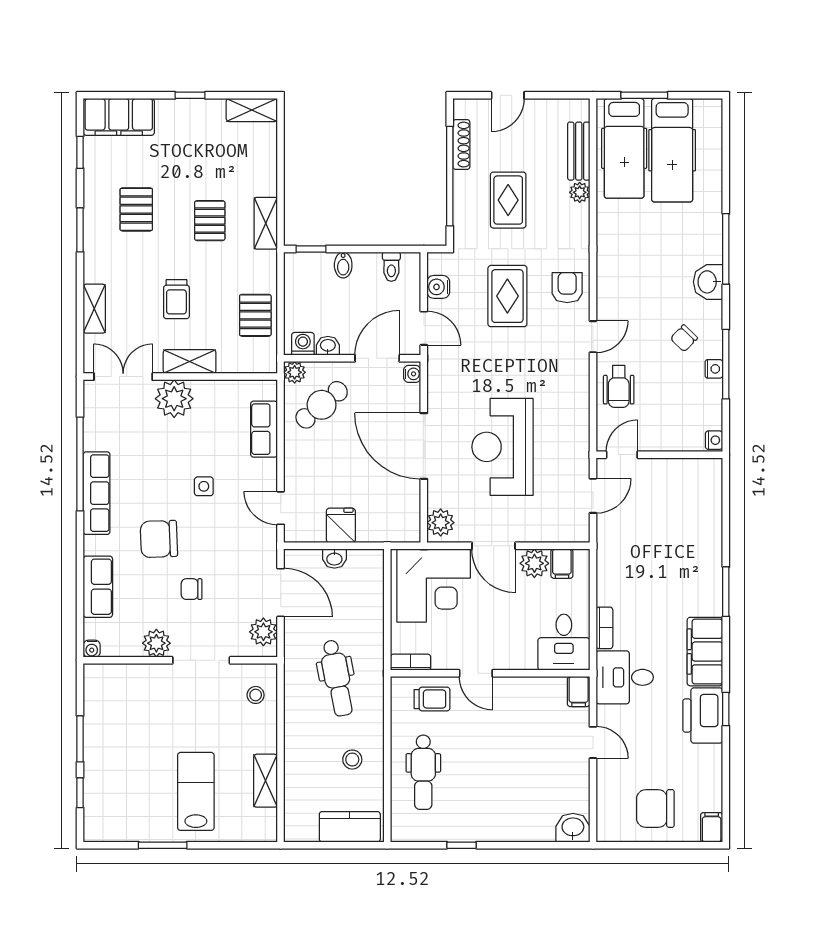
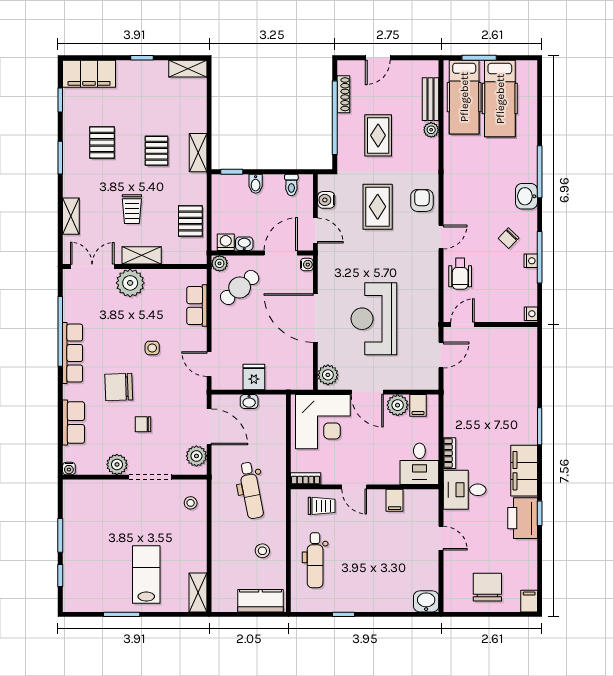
filing cabinet: (579, 692) -> (395, 500), moved
shelving: (266, 781) -> (198, 592), moved
chair: (655, 808) -> (487, 587), turned 90

